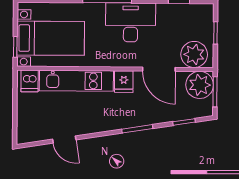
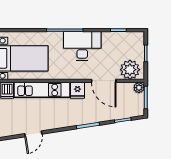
plant: (200, 85) -> (139, 88), width x0.53, depth x0.53
door: (64, 140) -> (33, 134), hinge flipped

